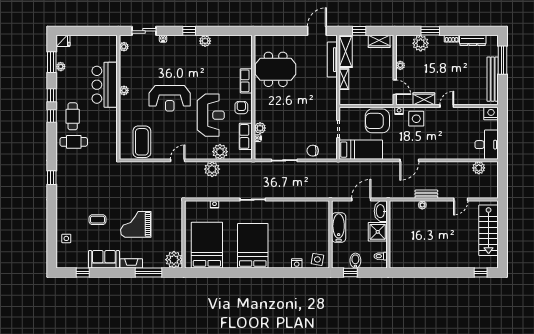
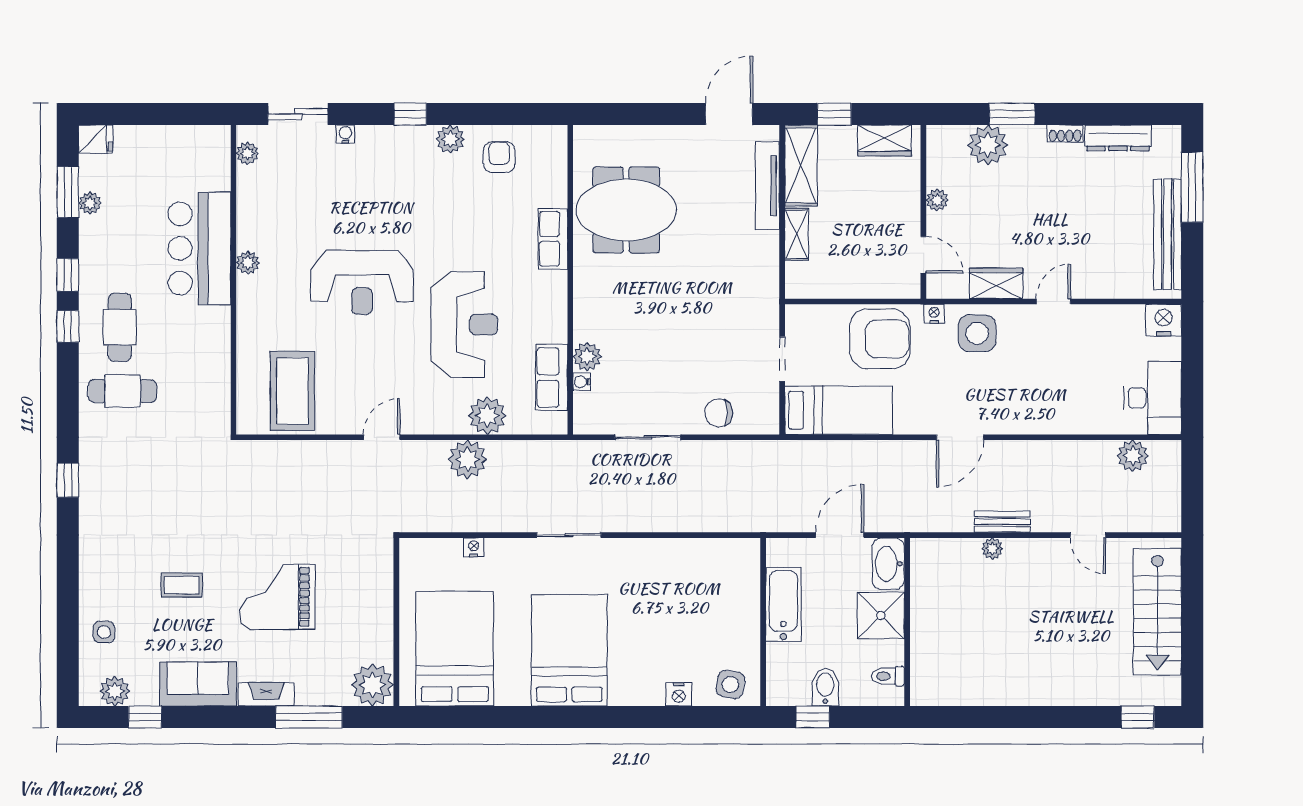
armchair: (241, 108) -> (499, 157), moved
armchair: (377, 121) -> (880, 339), turned 180
door: (461, 200) -> (1088, 535), hinge flipped
plant: (71, 262) -> (115, 691), added

